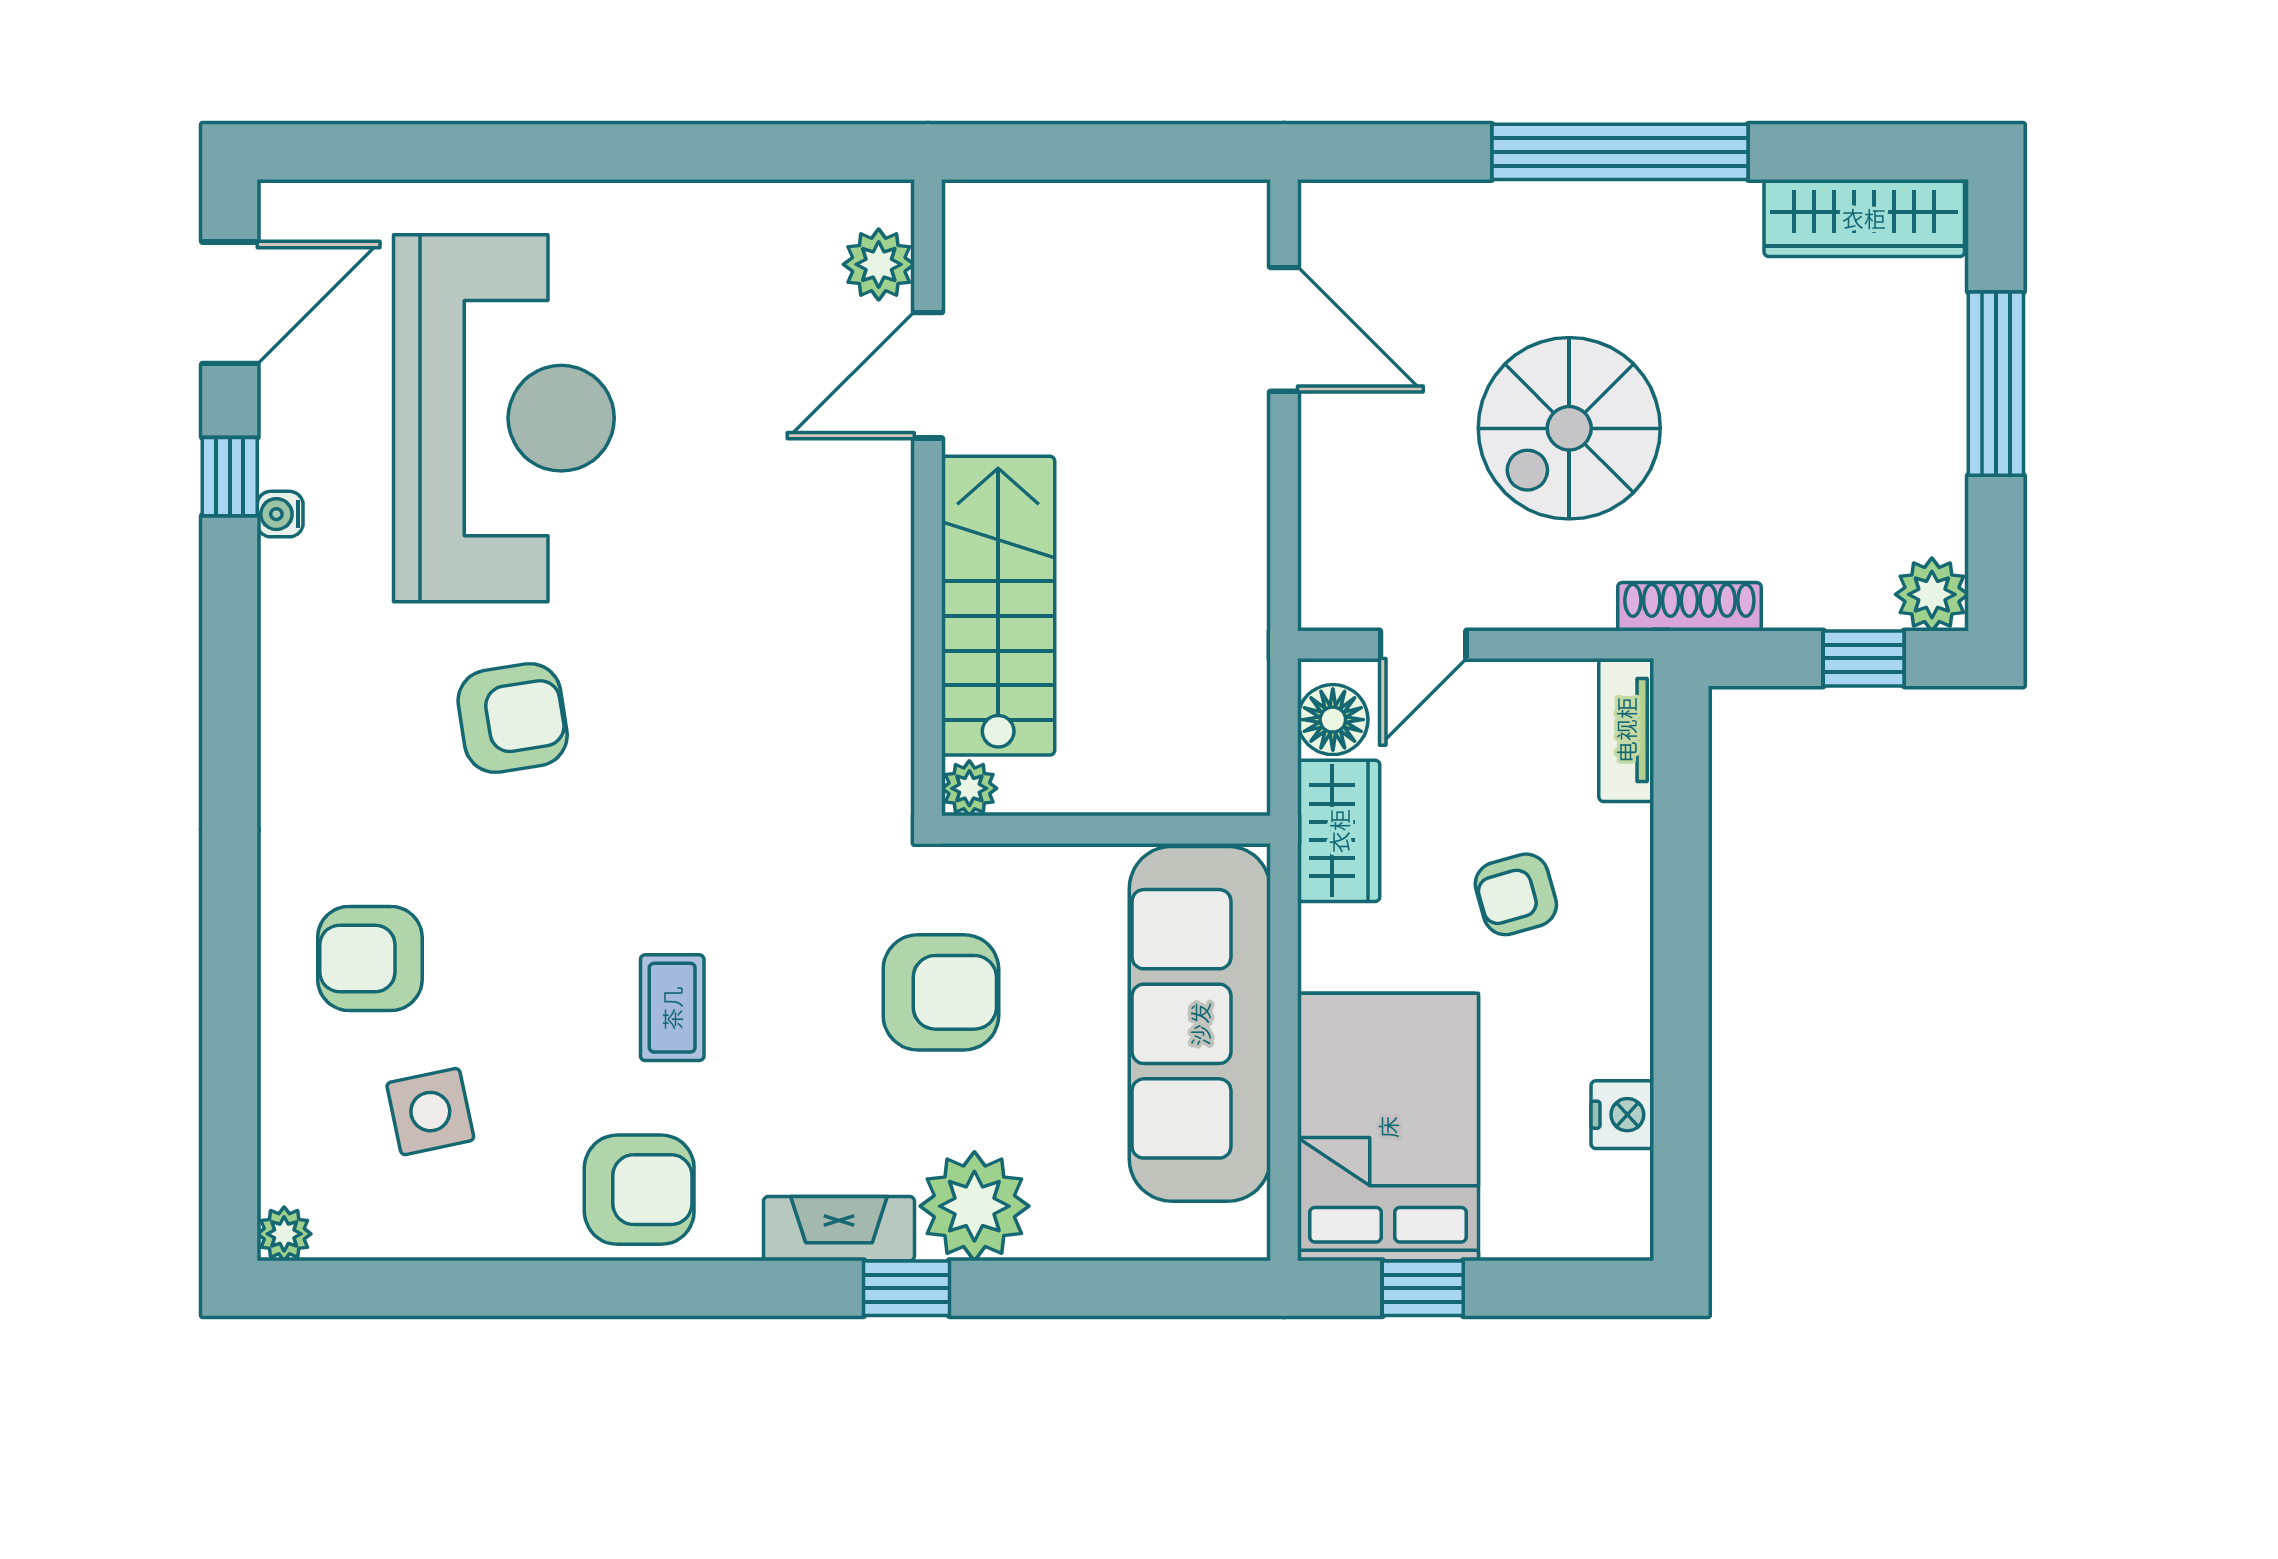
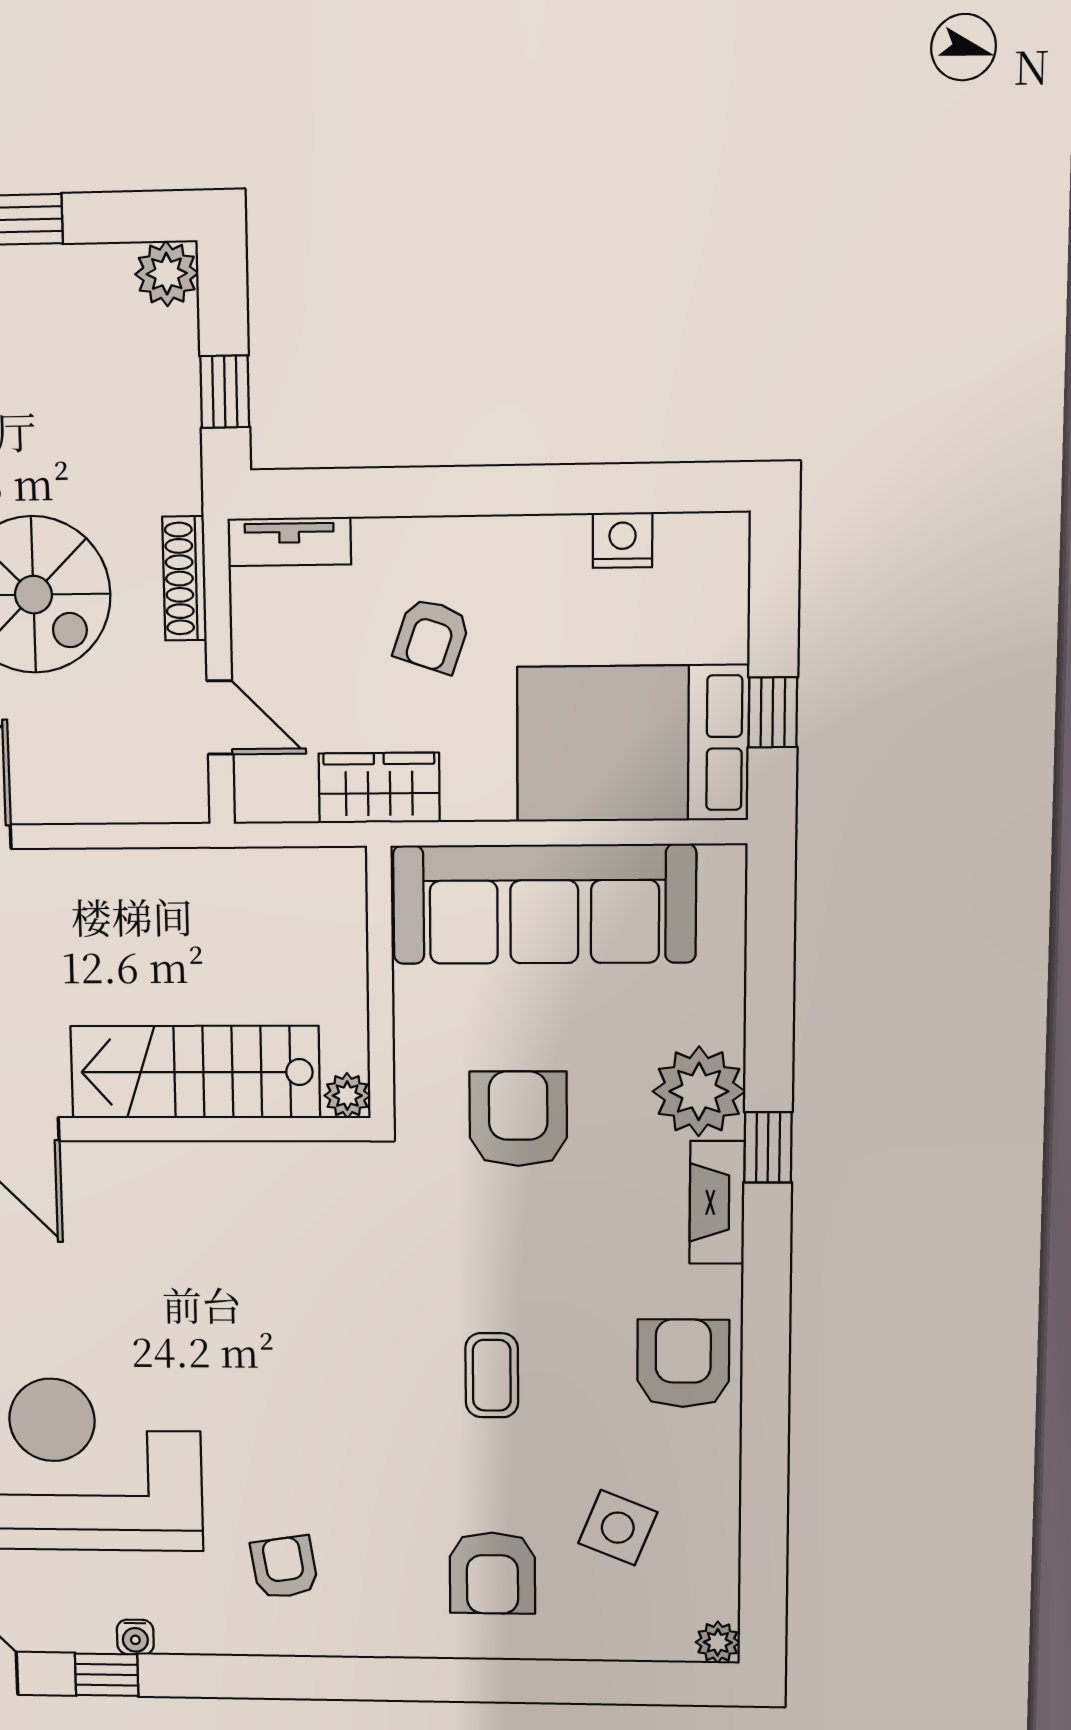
shoe rack: (1689, 607) -> (184, 578), moved
window: (1864, 658) -> (225, 392), moved
armchair: (513, 718) -> (284, 1567), moved, width x0.72, depth x0.72
floor lamp: (1333, 720) -> (285, 794), removed
armchair: (1516, 894) -> (432, 636), turned 35
coffee table: (672, 1008) -> (492, 1375), moved, turned 90
side table: (430, 1112) -> (618, 1528), turned 34

